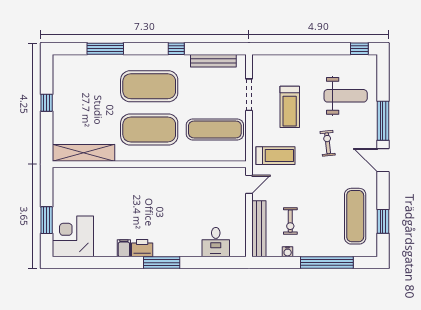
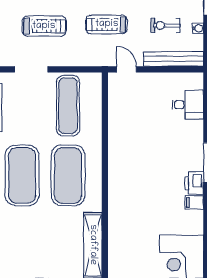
treadmill: (276, 156) -> (107, 24), moved, turned -90
exercise bike: (290, 221) -> (165, 25), turned 180

